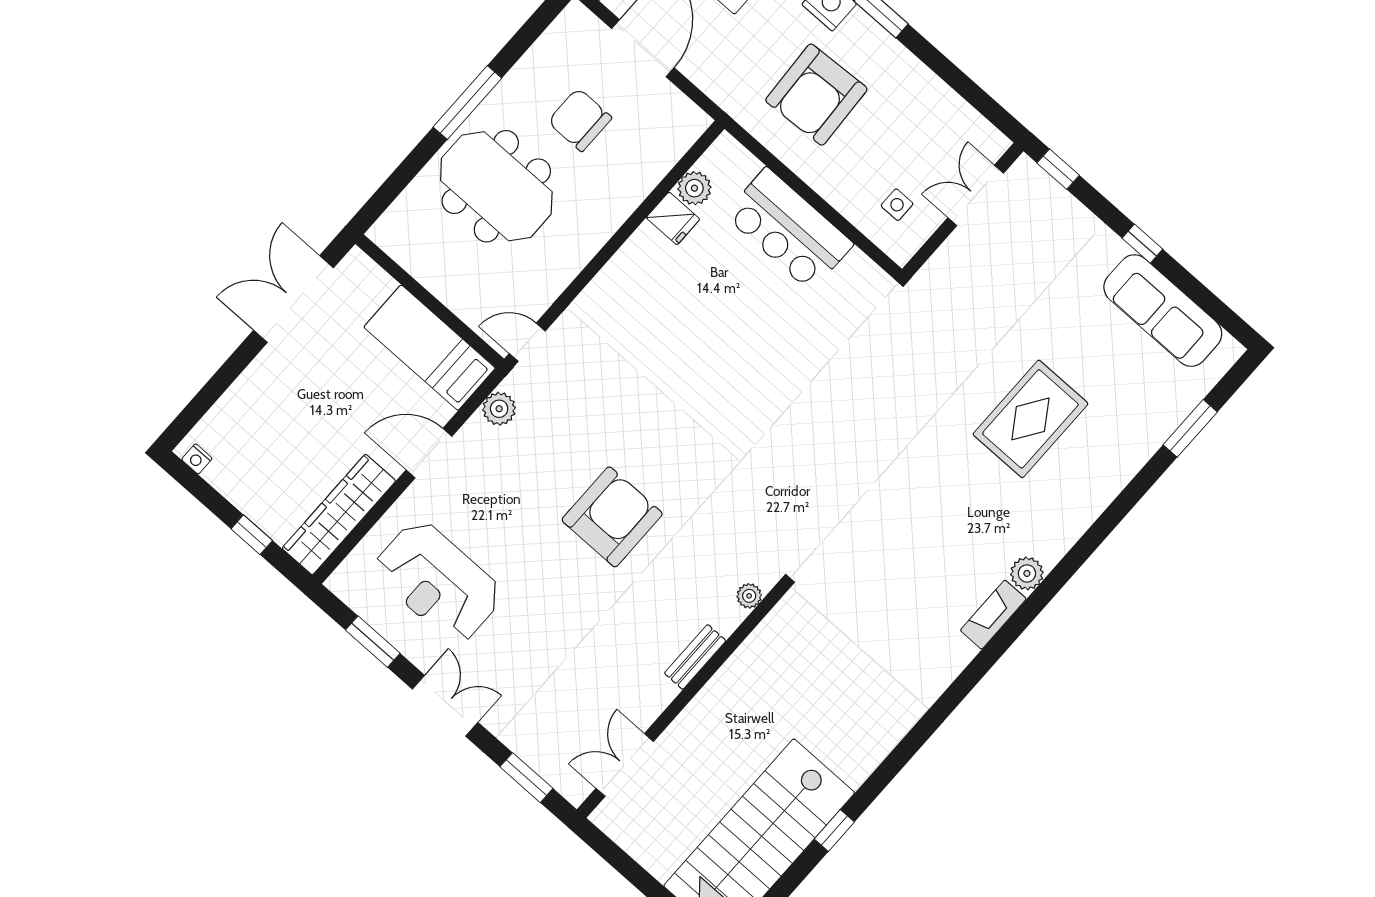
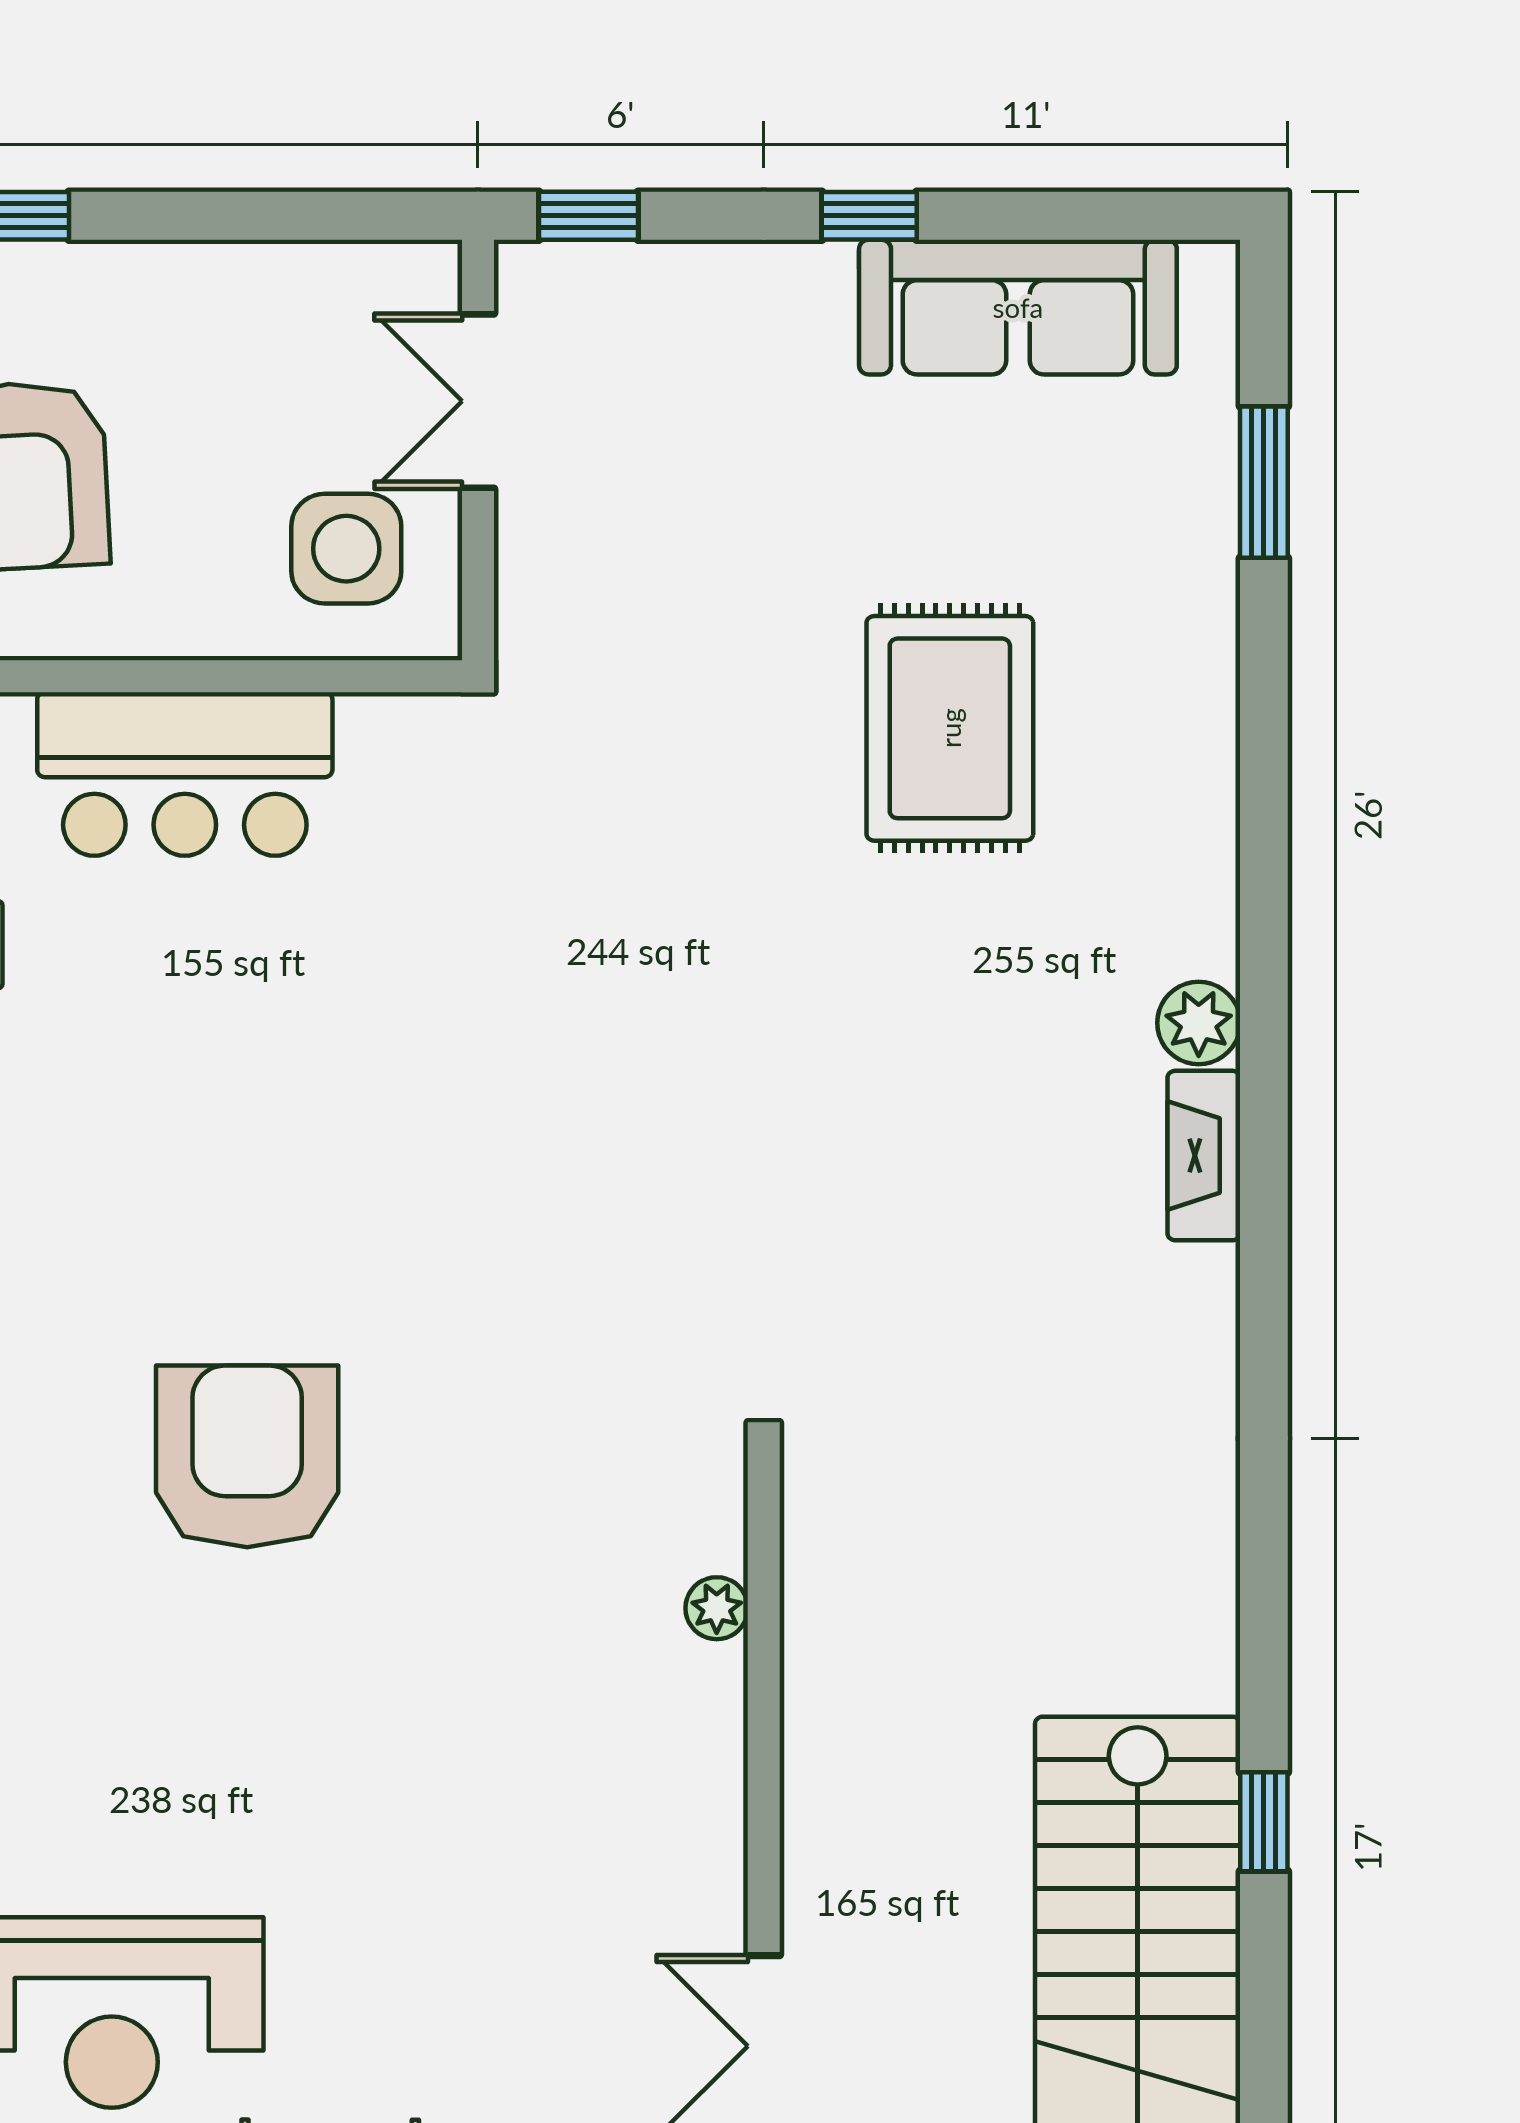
side table: (897, 205) -> (346, 549), width x1.87, depth x1.87
armchair: (612, 517) -> (247, 1456), moved
plant: (749, 596) -> (717, 1608), moved
bench: (695, 657) -> (717, 1728), removed

